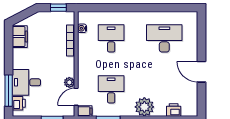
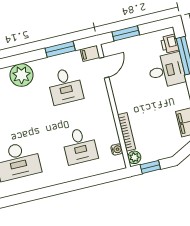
plant: (69, 82) -> (134, 157), moved

